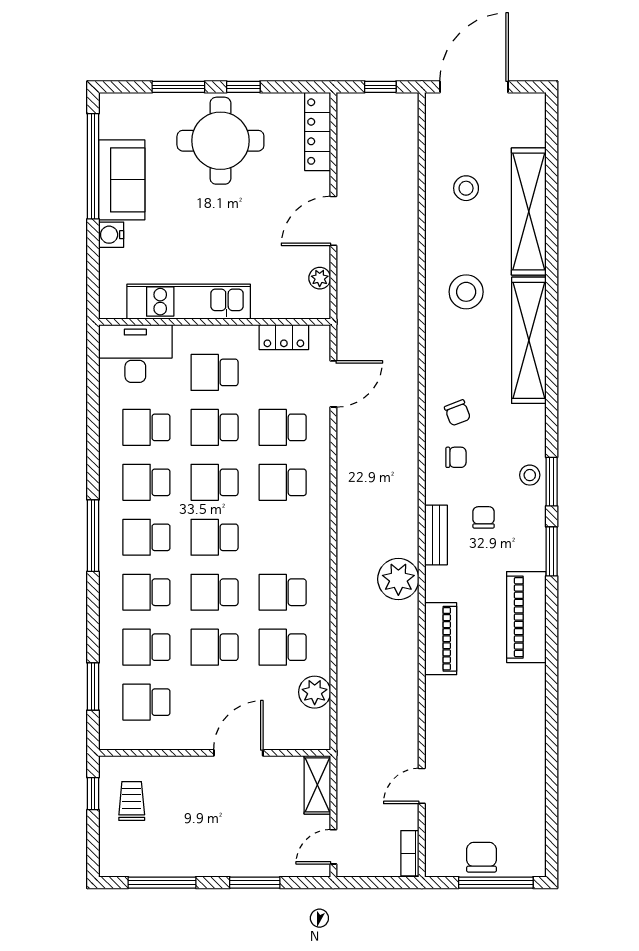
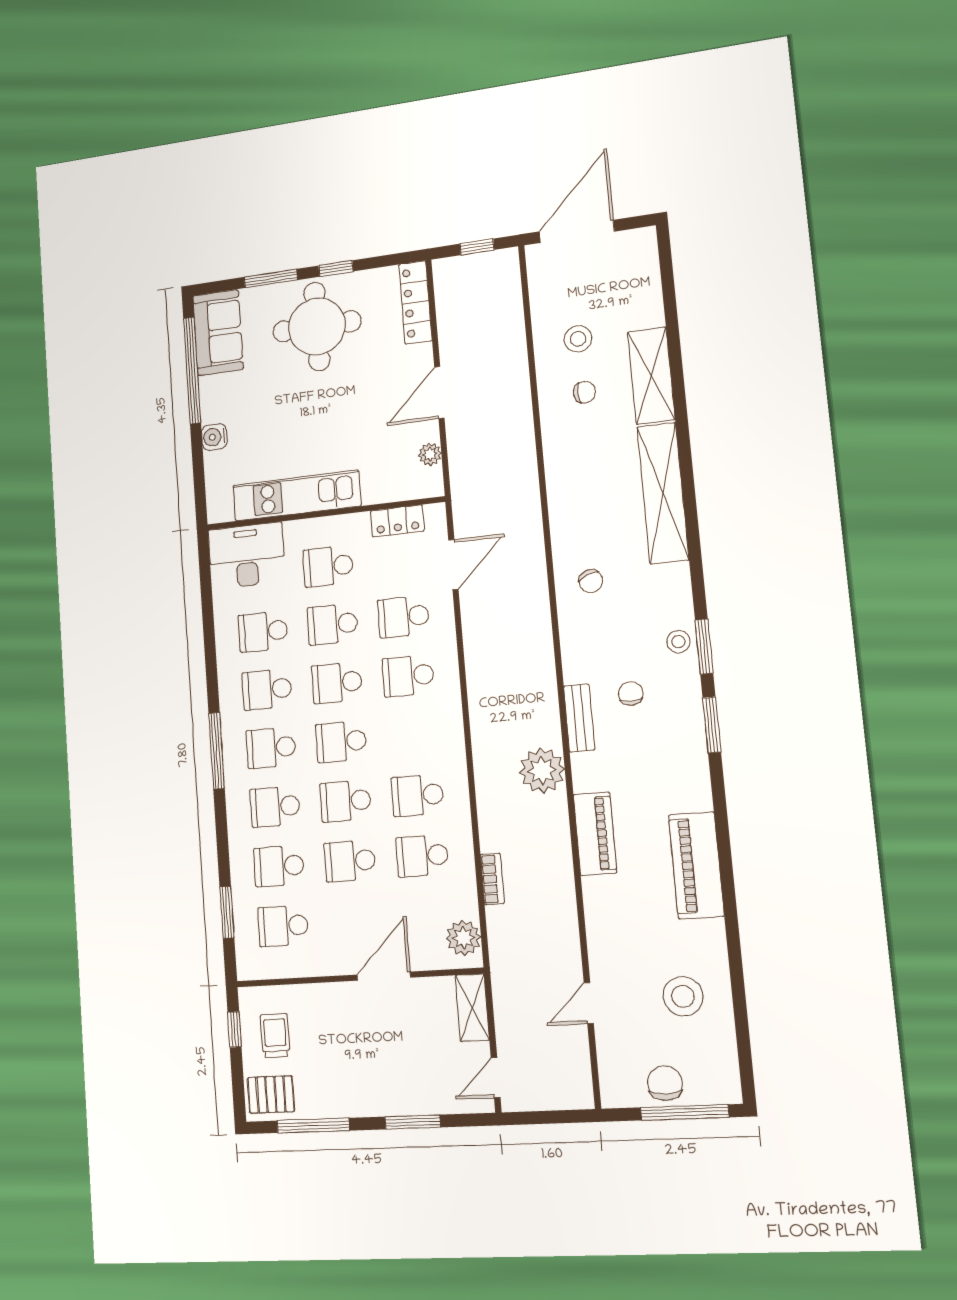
sofa: (122, 180) -> (218, 333), moved
shelving: (529, 211) -> (651, 376), width x0.68
stool: (466, 292) -> (683, 996), moved
chair: (456, 457) -> (585, 392), moved
piano: (526, 617) -> (696, 865), moved
plant: (315, 692) -> (464, 938), moved
bookcase: (410, 853) -> (492, 879), moved, turned 180
pallet: (124, 854) -> (271, 1094), added

